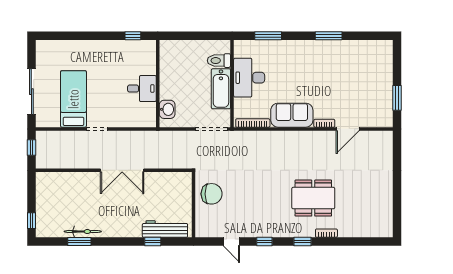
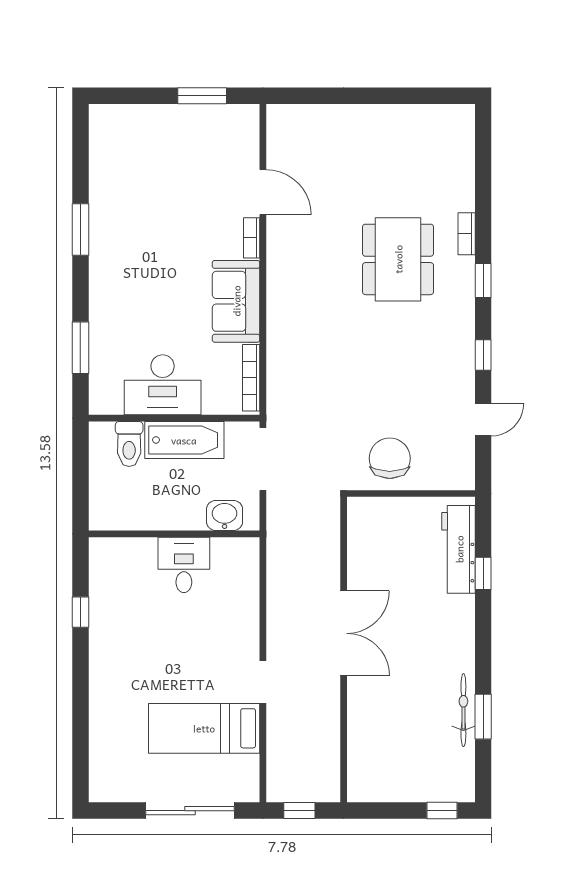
wall: (158, 84) -> (174, 534), moved
desk: (142, 89) -> (184, 565), moved
washbasin: (167, 109) -> (225, 515), moved

